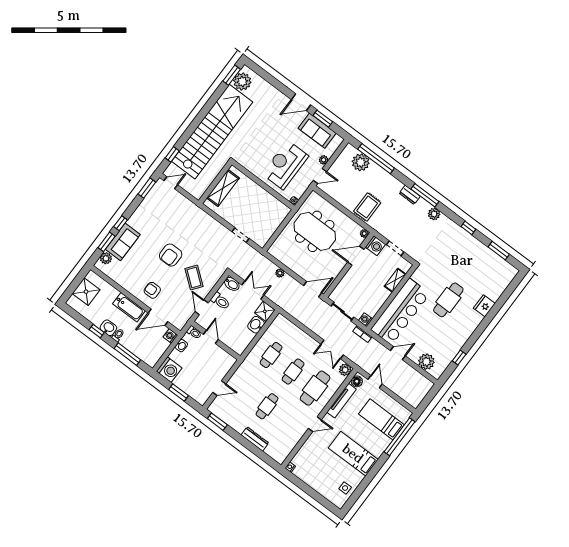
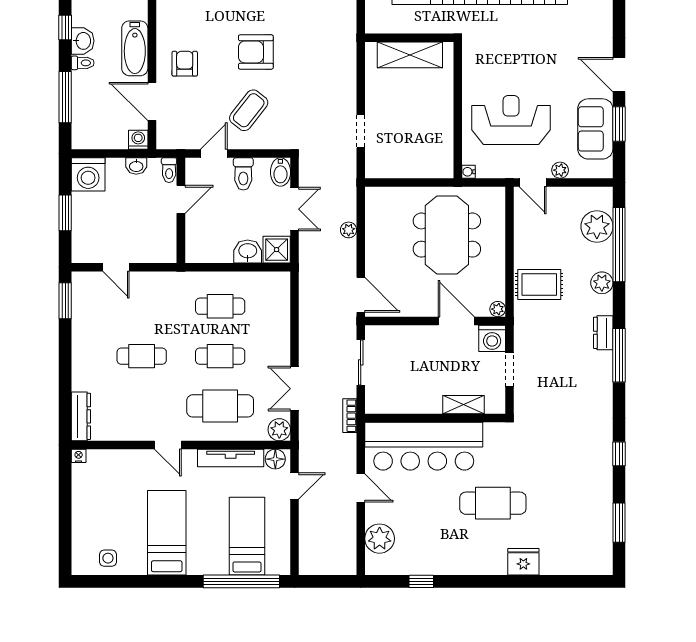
plant: (434, 214) -> (602, 283), moved
washing machine: (366, 320) -> (374, 405), removed
dresser: (255, 439) -> (81, 416), moved

